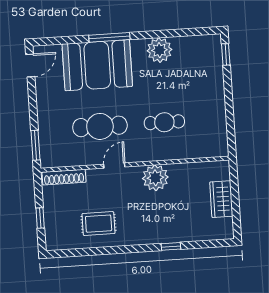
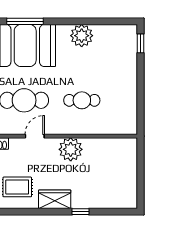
window: (109, 37) -> (25, 21), moved
wardrobe: (221, 199) -> (55, 199), moved, turned 90

